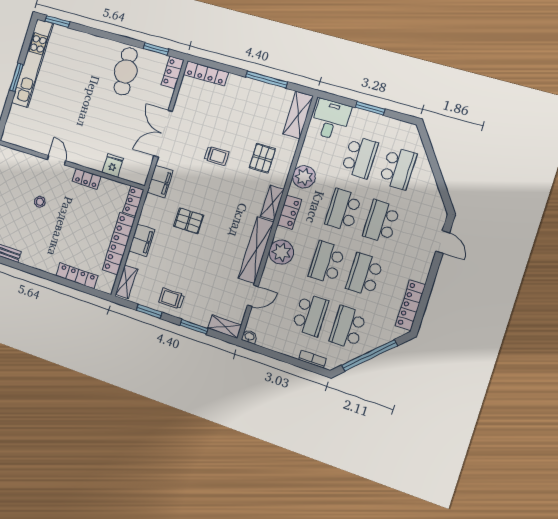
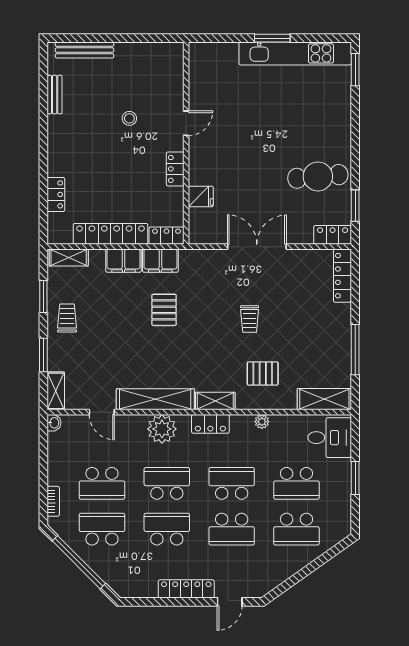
plant: (304, 177) -> (262, 422), width x0.53, depth x0.53
filing cabinet: (160, 181) -> (160, 261), moved
school desk: (381, 221) -> (232, 529), turned 180
locker: (77, 276) -> (56, 194), width x0.66
locker: (410, 305) -> (186, 589), moved

